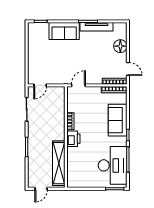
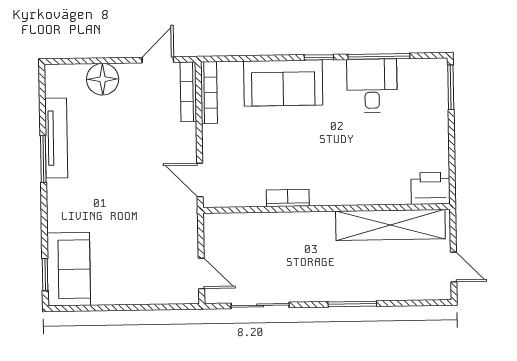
sofa: (64, 31) -> (69, 269), moved
printer: (73, 139) -> (430, 188), moved
desk: (113, 165) -> (372, 86), width x0.53, depth x0.77

